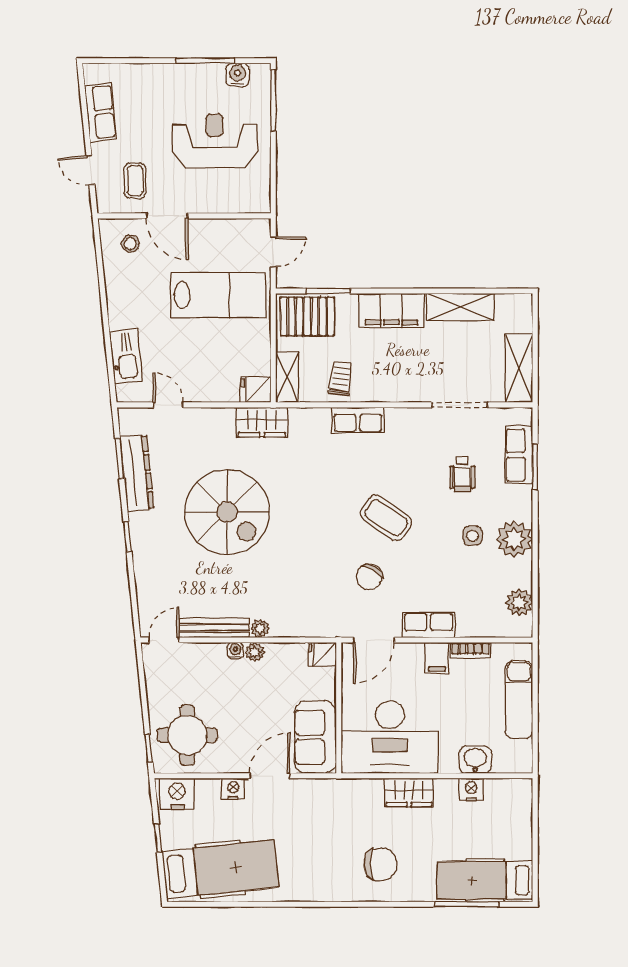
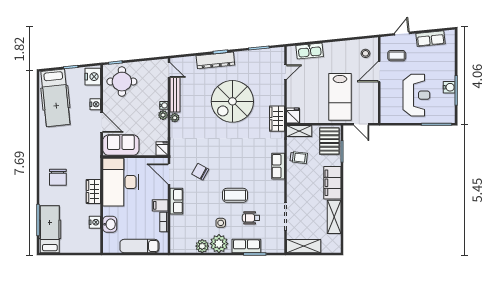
water cooler: (238, 75) -> (449, 87), moved
row of seats: (519, 455) -> (246, 246), moved
dresser: (137, 473) -> (215, 60), moved
coffee table: (386, 518) -> (235, 195), moved, turned 56
plant: (519, 603) -> (202, 246), moved

